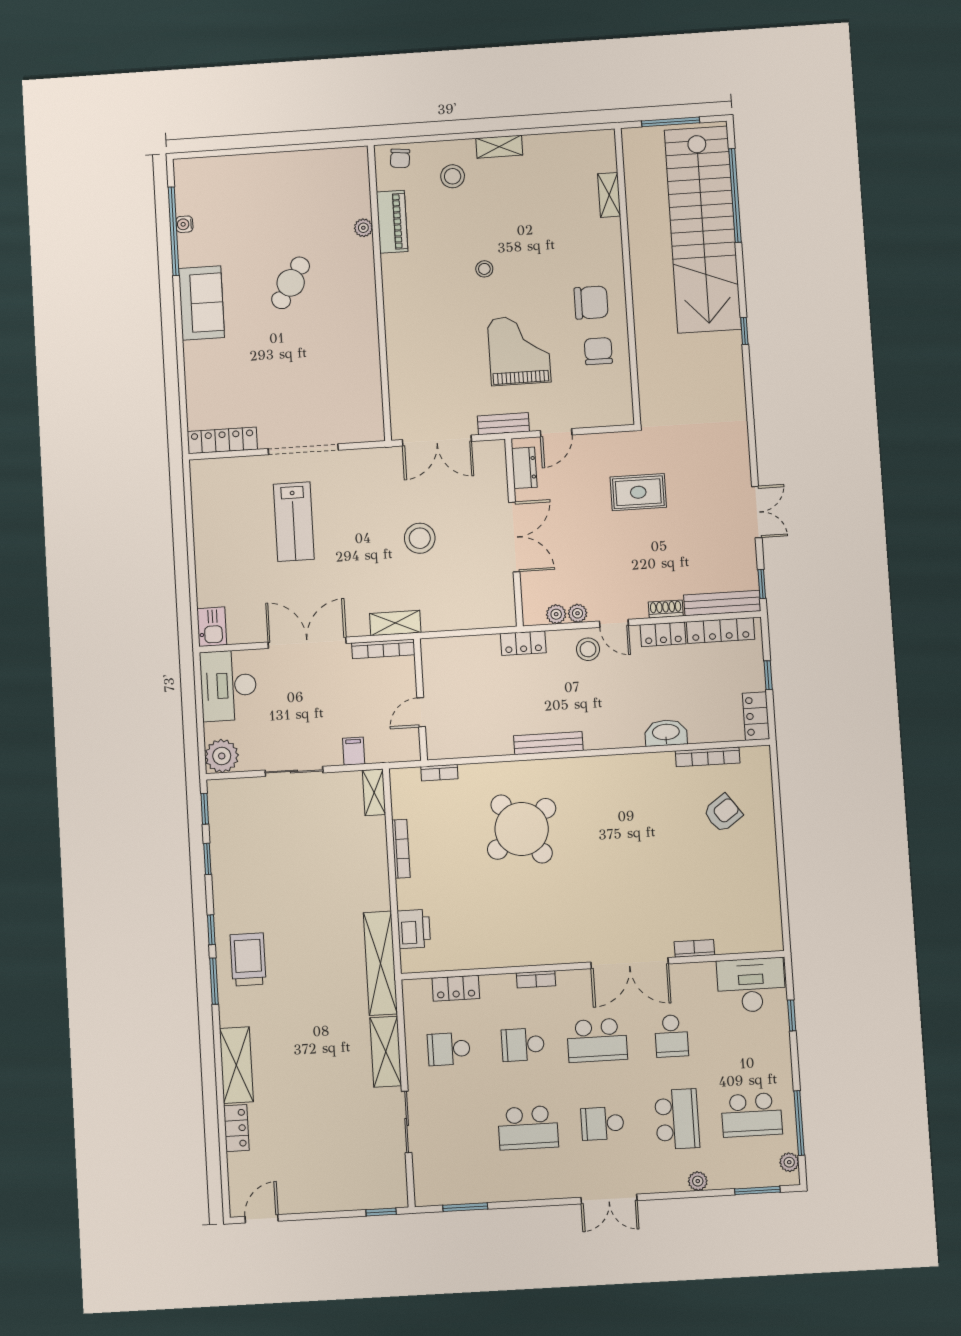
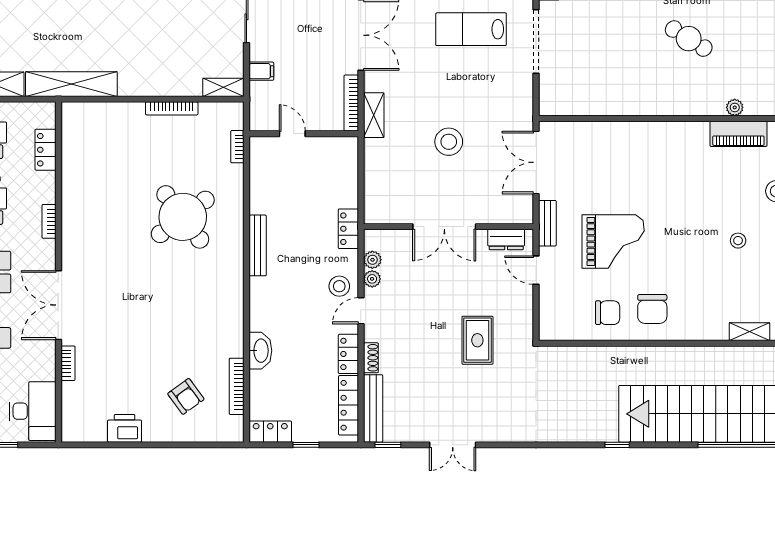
stool: (484, 269) -> (738, 241), moved
printer: (414, 929) -> (125, 428), moved, turned 180

